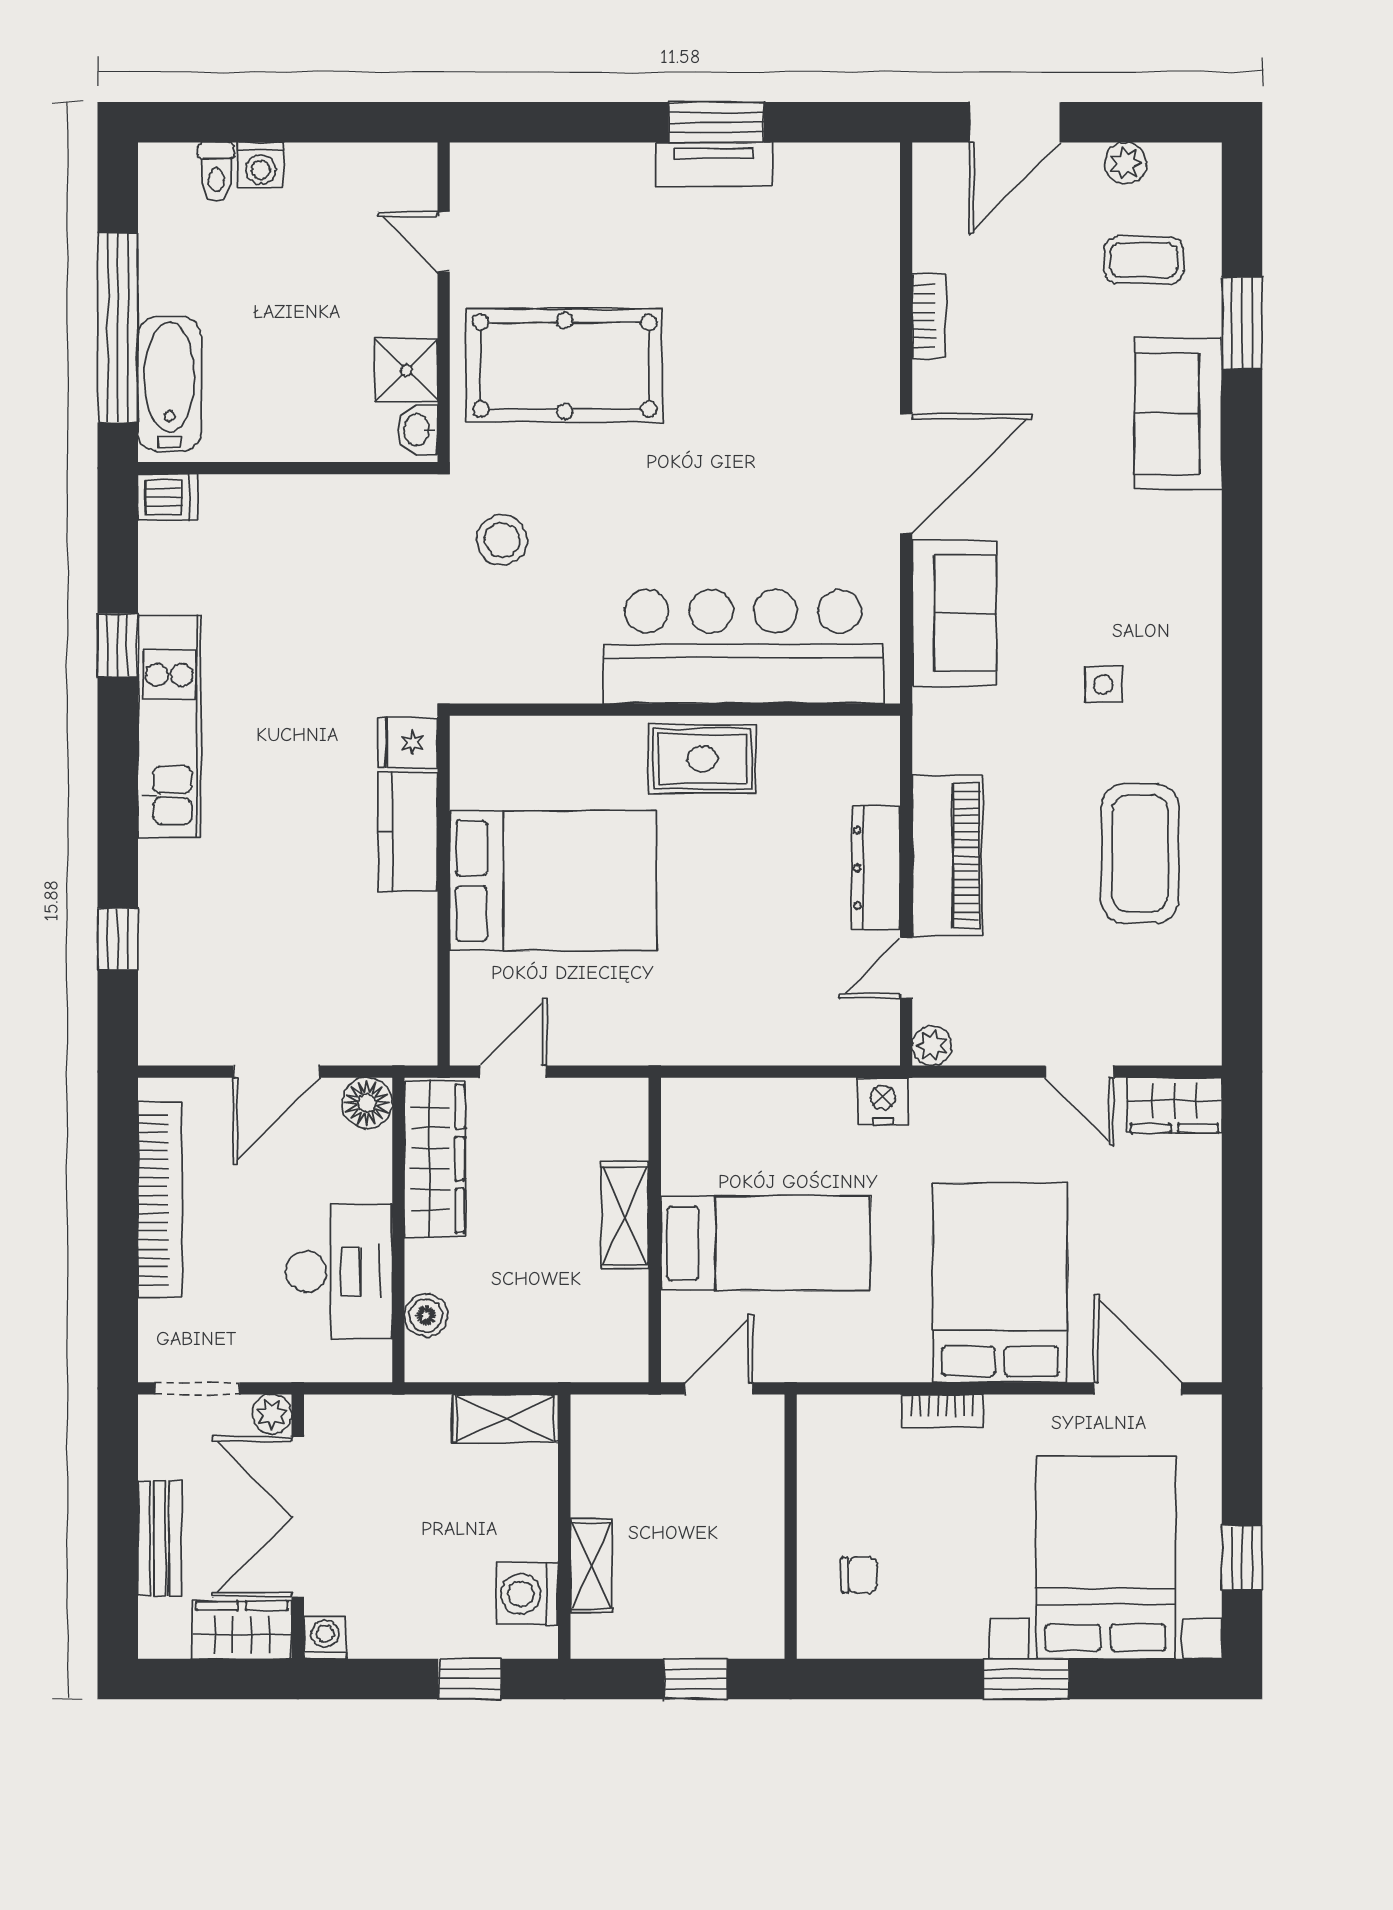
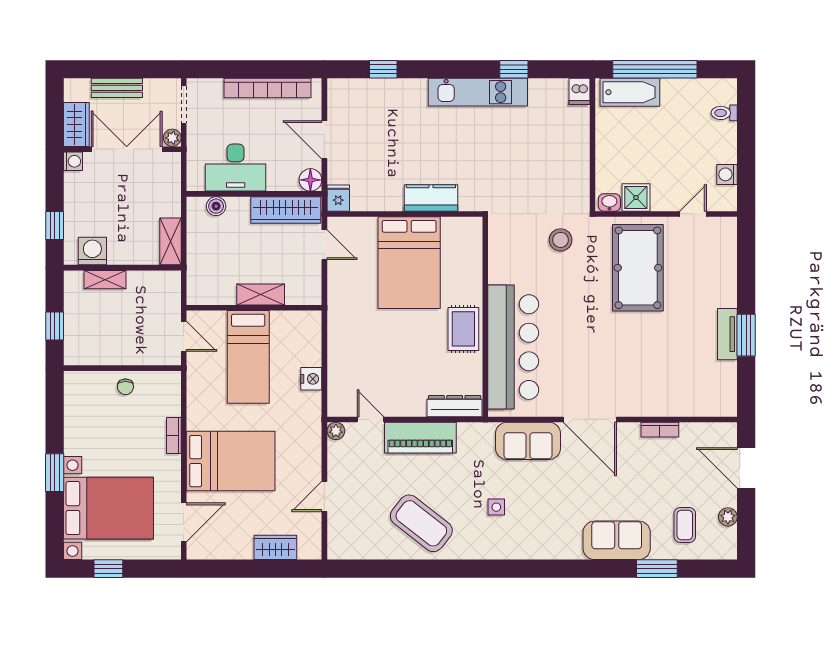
washing machine: (261, 165) -> (727, 174), moved
fridge: (408, 743) -> (338, 198), moved
coffee table: (1140, 853) -> (421, 523), turned 38
dresser: (876, 868) -> (455, 406), moved
nightstand: (883, 1101) -> (311, 379), moved
wardrobe: (1174, 1105) -> (275, 547), moved, turned 90
chair: (859, 1575) -> (125, 387), moved

